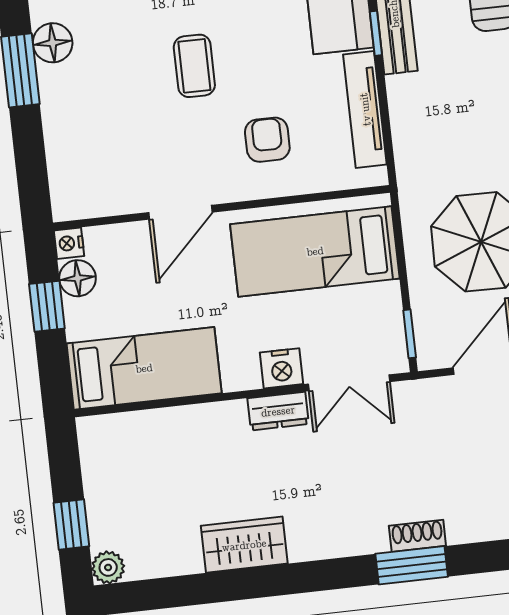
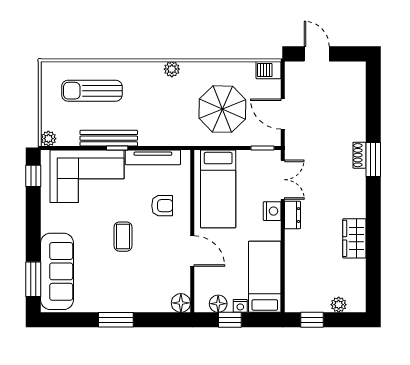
floor lamp: (53, 43) -> (181, 303), moved
coffee table: (194, 66) -> (123, 237), turned 90
armchair: (267, 140) -> (162, 206), turned 180
nightstand: (69, 243) -> (240, 306), moved
window: (71, 524) -> (312, 320), moved
plant: (108, 567) -> (339, 305), moved

